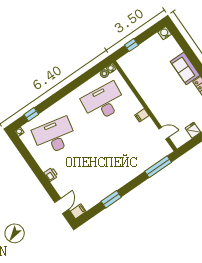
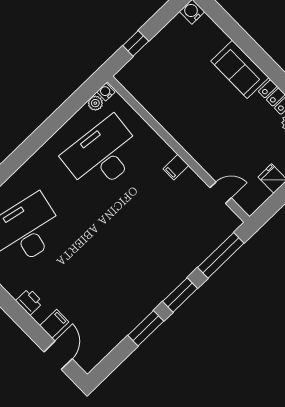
window: (133, 184) -> (180, 295), added
filing cabinet: (78, 211) -> (54, 324), moved

